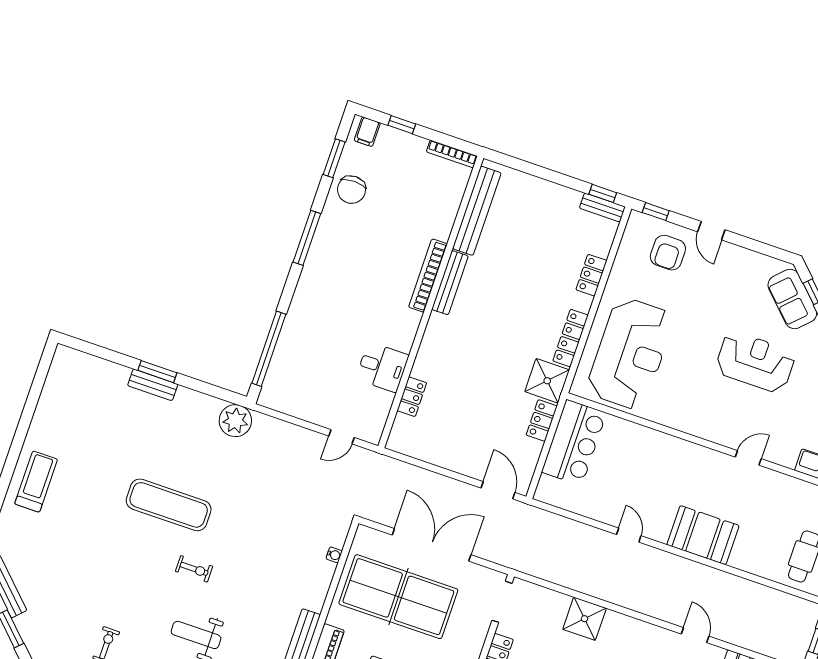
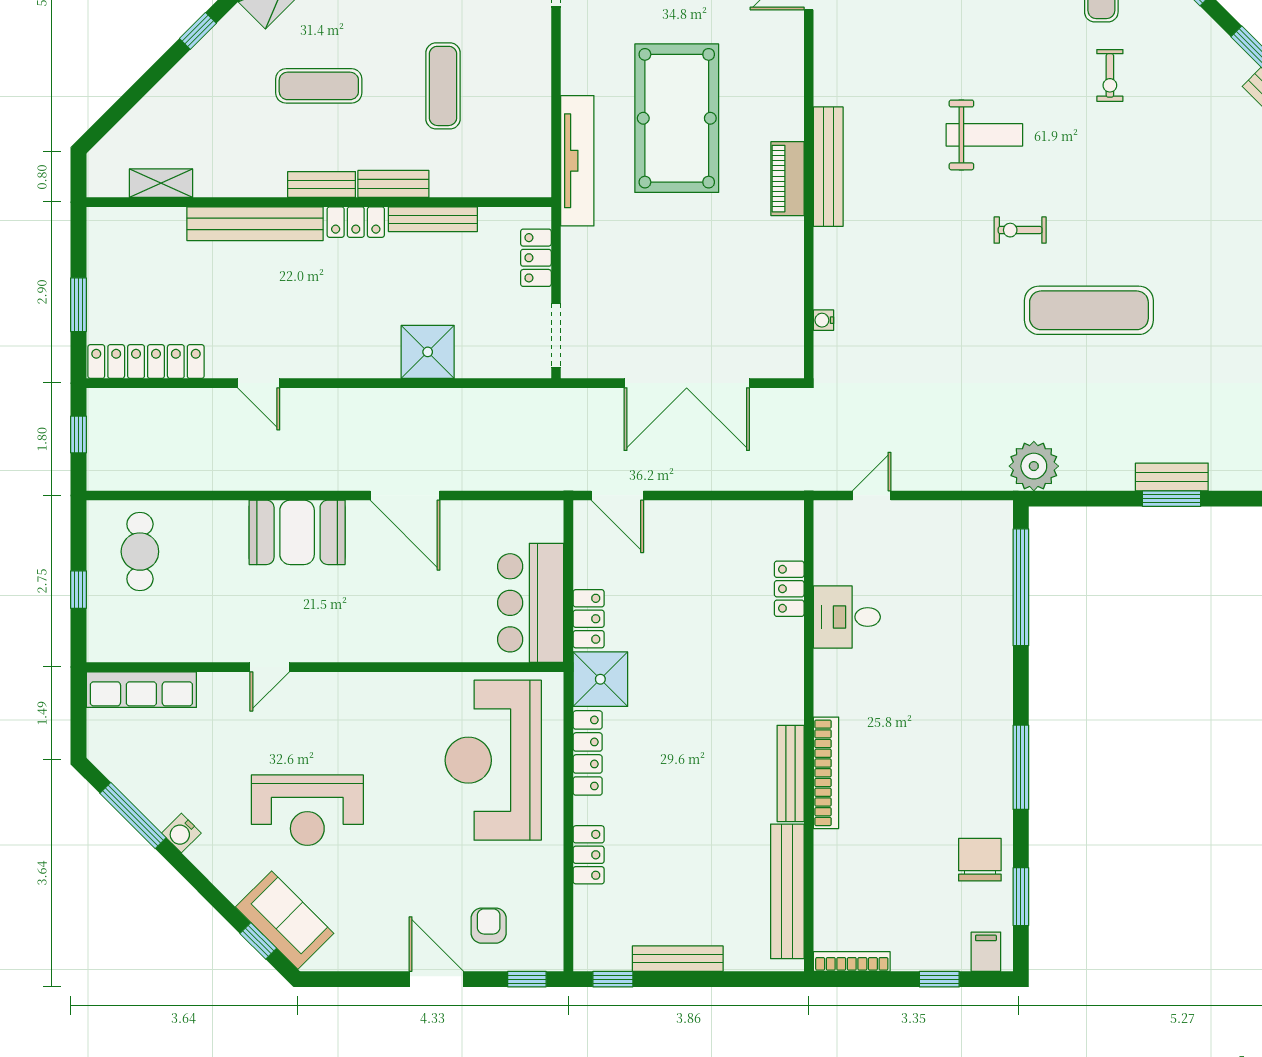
bench: (602, 207) -> (678, 959), moved, width x1.36
door: (711, 231) -> (436, 979), width x1.37
armchair: (668, 253) -> (489, 926), width x0.72, depth x0.72
door: (629, 535) -> (405, 495), width x1.88
table tennis table: (398, 597) -> (709, 291), removed

